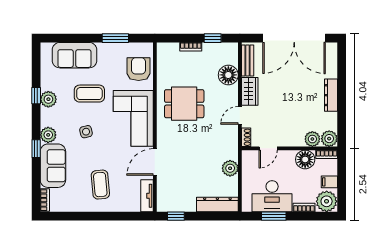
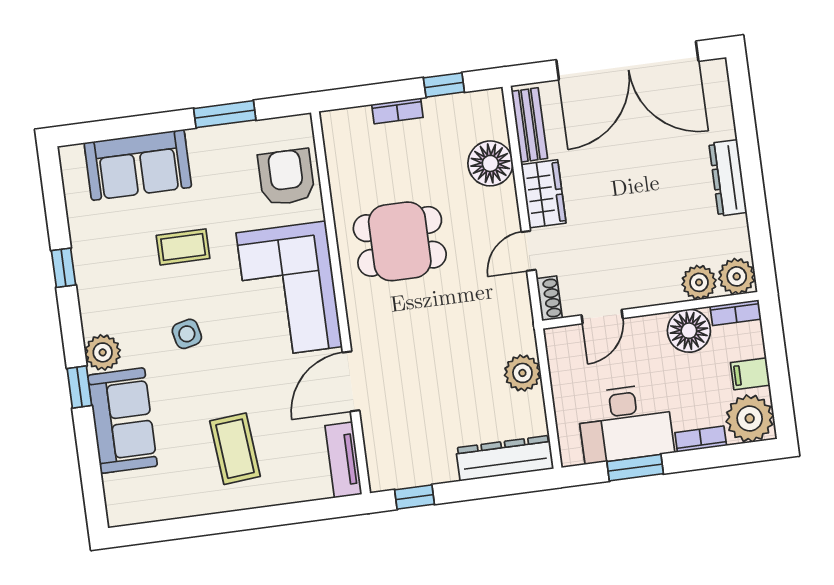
coffee table: (89, 94) -> (183, 247), width x0.73, depth x0.77
plant: (48, 99) -> (92, 272), removed
bookcase: (45, 200) -> (115, 500), removed

